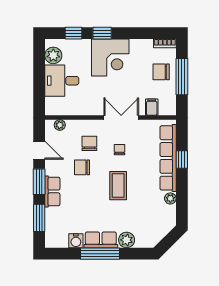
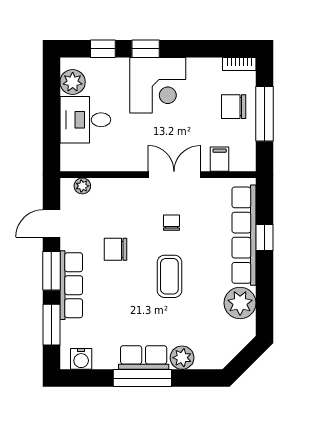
chair: (89, 143) -> (127, 213), removed
door: (39, 150) -> (51, 223), swing flipped
row of seats: (52, 191) -> (71, 285), width x1.48
plant: (170, 198) -> (240, 303), width x1.88, depth x1.88
water cooler: (76, 241) -> (81, 359), moved

